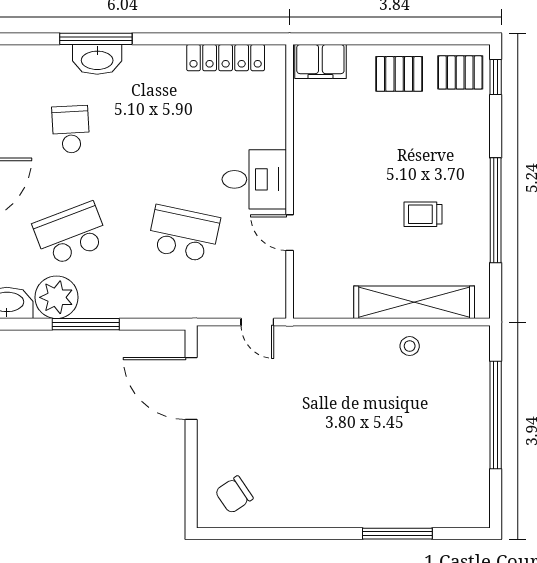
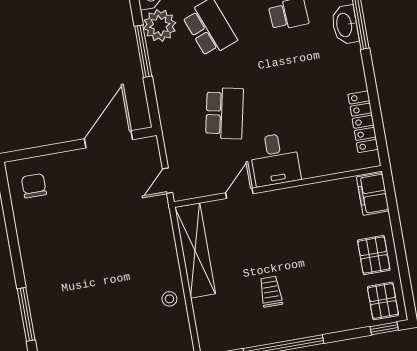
shelving: (414, 302) -> (195, 250), moved
chair: (234, 495) -> (34, 186), turned 34

